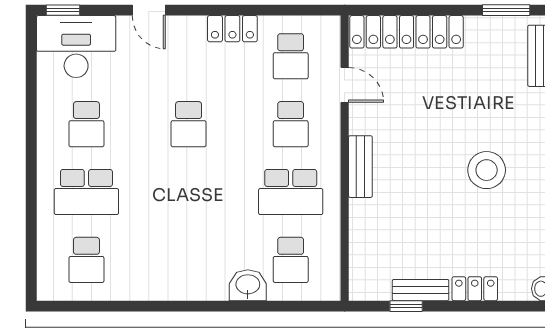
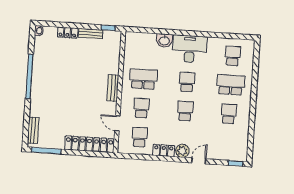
door: (149, 10) -> (199, 161), hinge flipped
window: (506, 10) -> (46, 151), width x1.44
plant: (189, 31) -> (182, 151), added
desk: (76, 47) -> (190, 49), moved, turned 180
stool: (487, 170) -> (59, 83), removed
school desk: (291, 260) -> (187, 82), moved
window: (406, 306) -> (108, 28), moved

